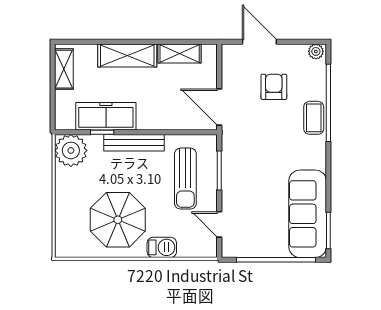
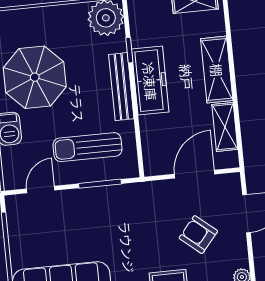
armchair: (274, 87) -> (198, 235), turned -140
door: (219, 107) -> (195, 174), moved
freezer: (106, 116) -> (150, 81), moved

